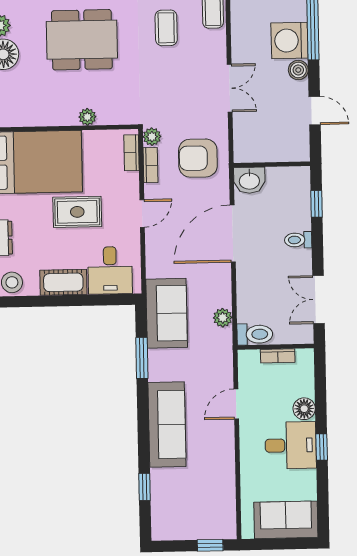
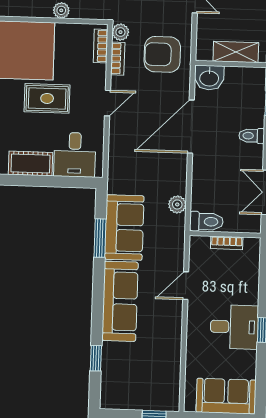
shelving: (276, 151) -> (236, 52), added
sofa: (167, 313) -> (124, 228), moved
floor lamp: (304, 409) -> (249, 293), removed

